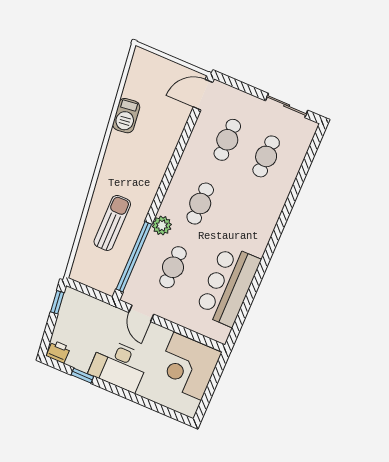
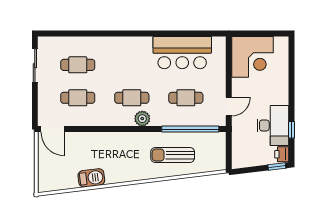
plant: (162, 226) -> (142, 119), moved
window: (57, 302) -> (277, 167), moved
desk: (119, 365) -> (273, 125), moved

